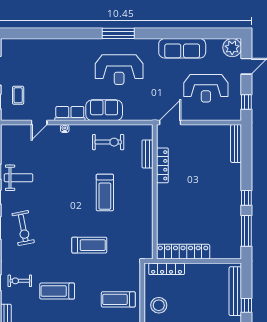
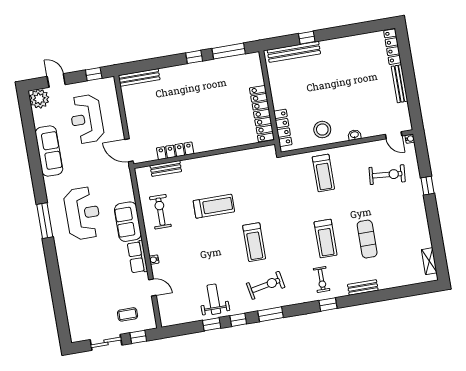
reception desk: (206, 88) -> (87, 119), turned 180
treadmill: (89, 245) -> (254, 242), moved, turned 180

